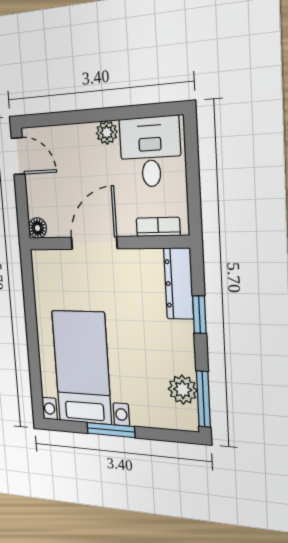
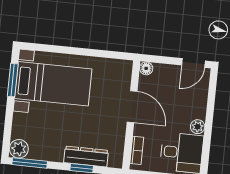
dresser: (179, 284) -> (86, 156), moved
plant: (183, 390) -> (19, 149), moved
window: (111, 430) -> (13, 80), moved

